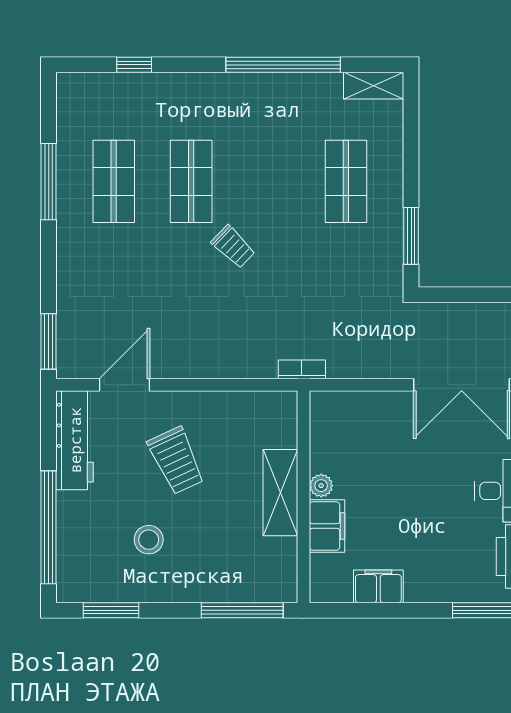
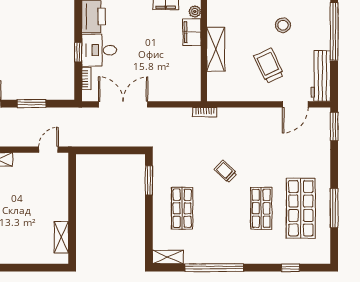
shop shelf: (114, 181) -> (301, 208), width x1.43, depth x1.36
trolley: (233, 247) -> (226, 171), moved
plant: (321, 486) -> (195, 12), moved

